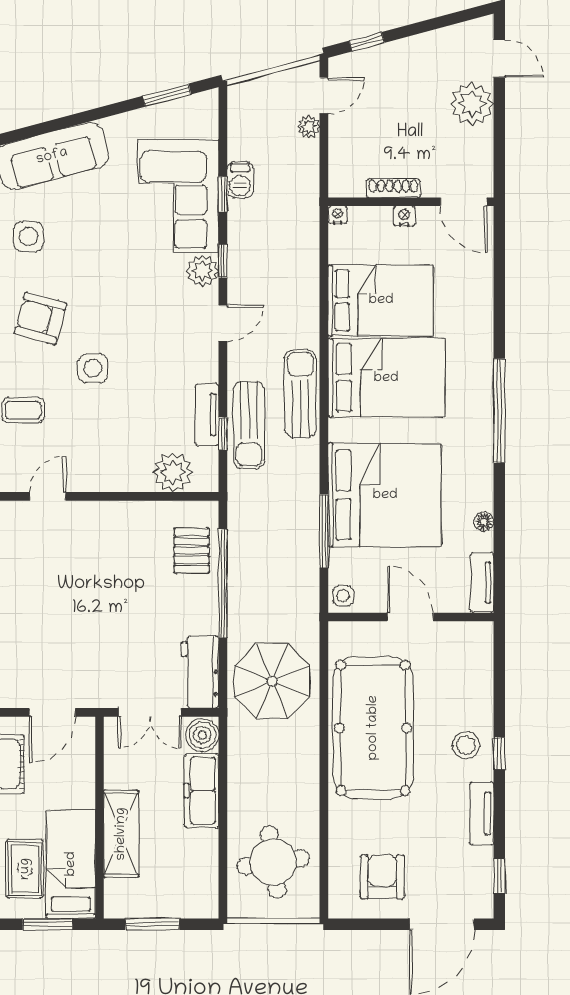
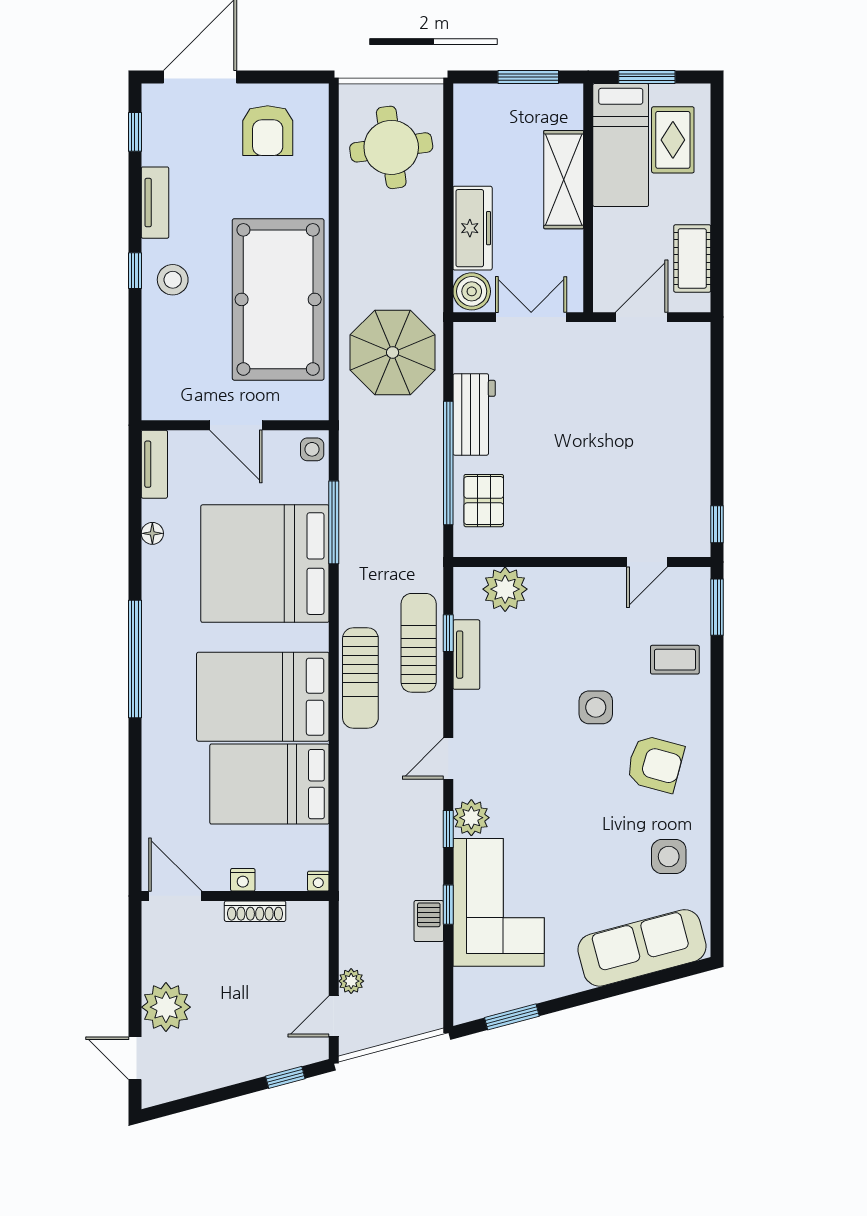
workbench: (200, 672) -> (474, 414), moved

